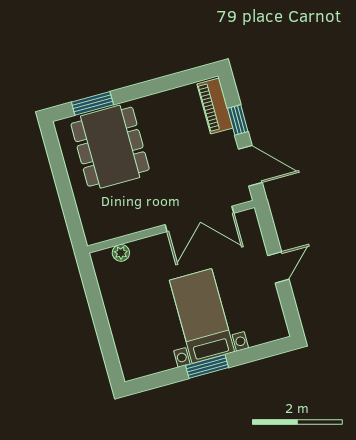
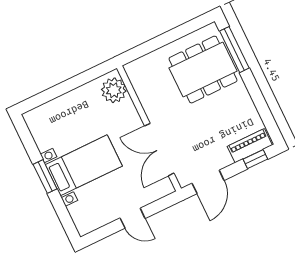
window: (92, 103) -> (234, 50), width x1.44
window: (238, 120) -> (255, 159), moved
plant: (121, 253) -> (114, 90), width x1.87, depth x1.87

